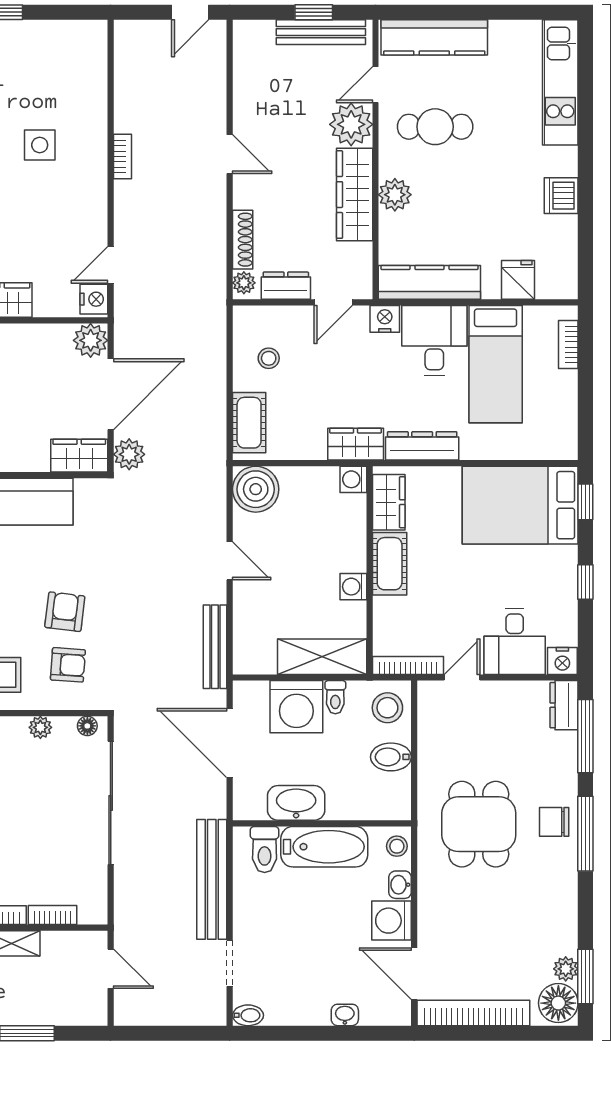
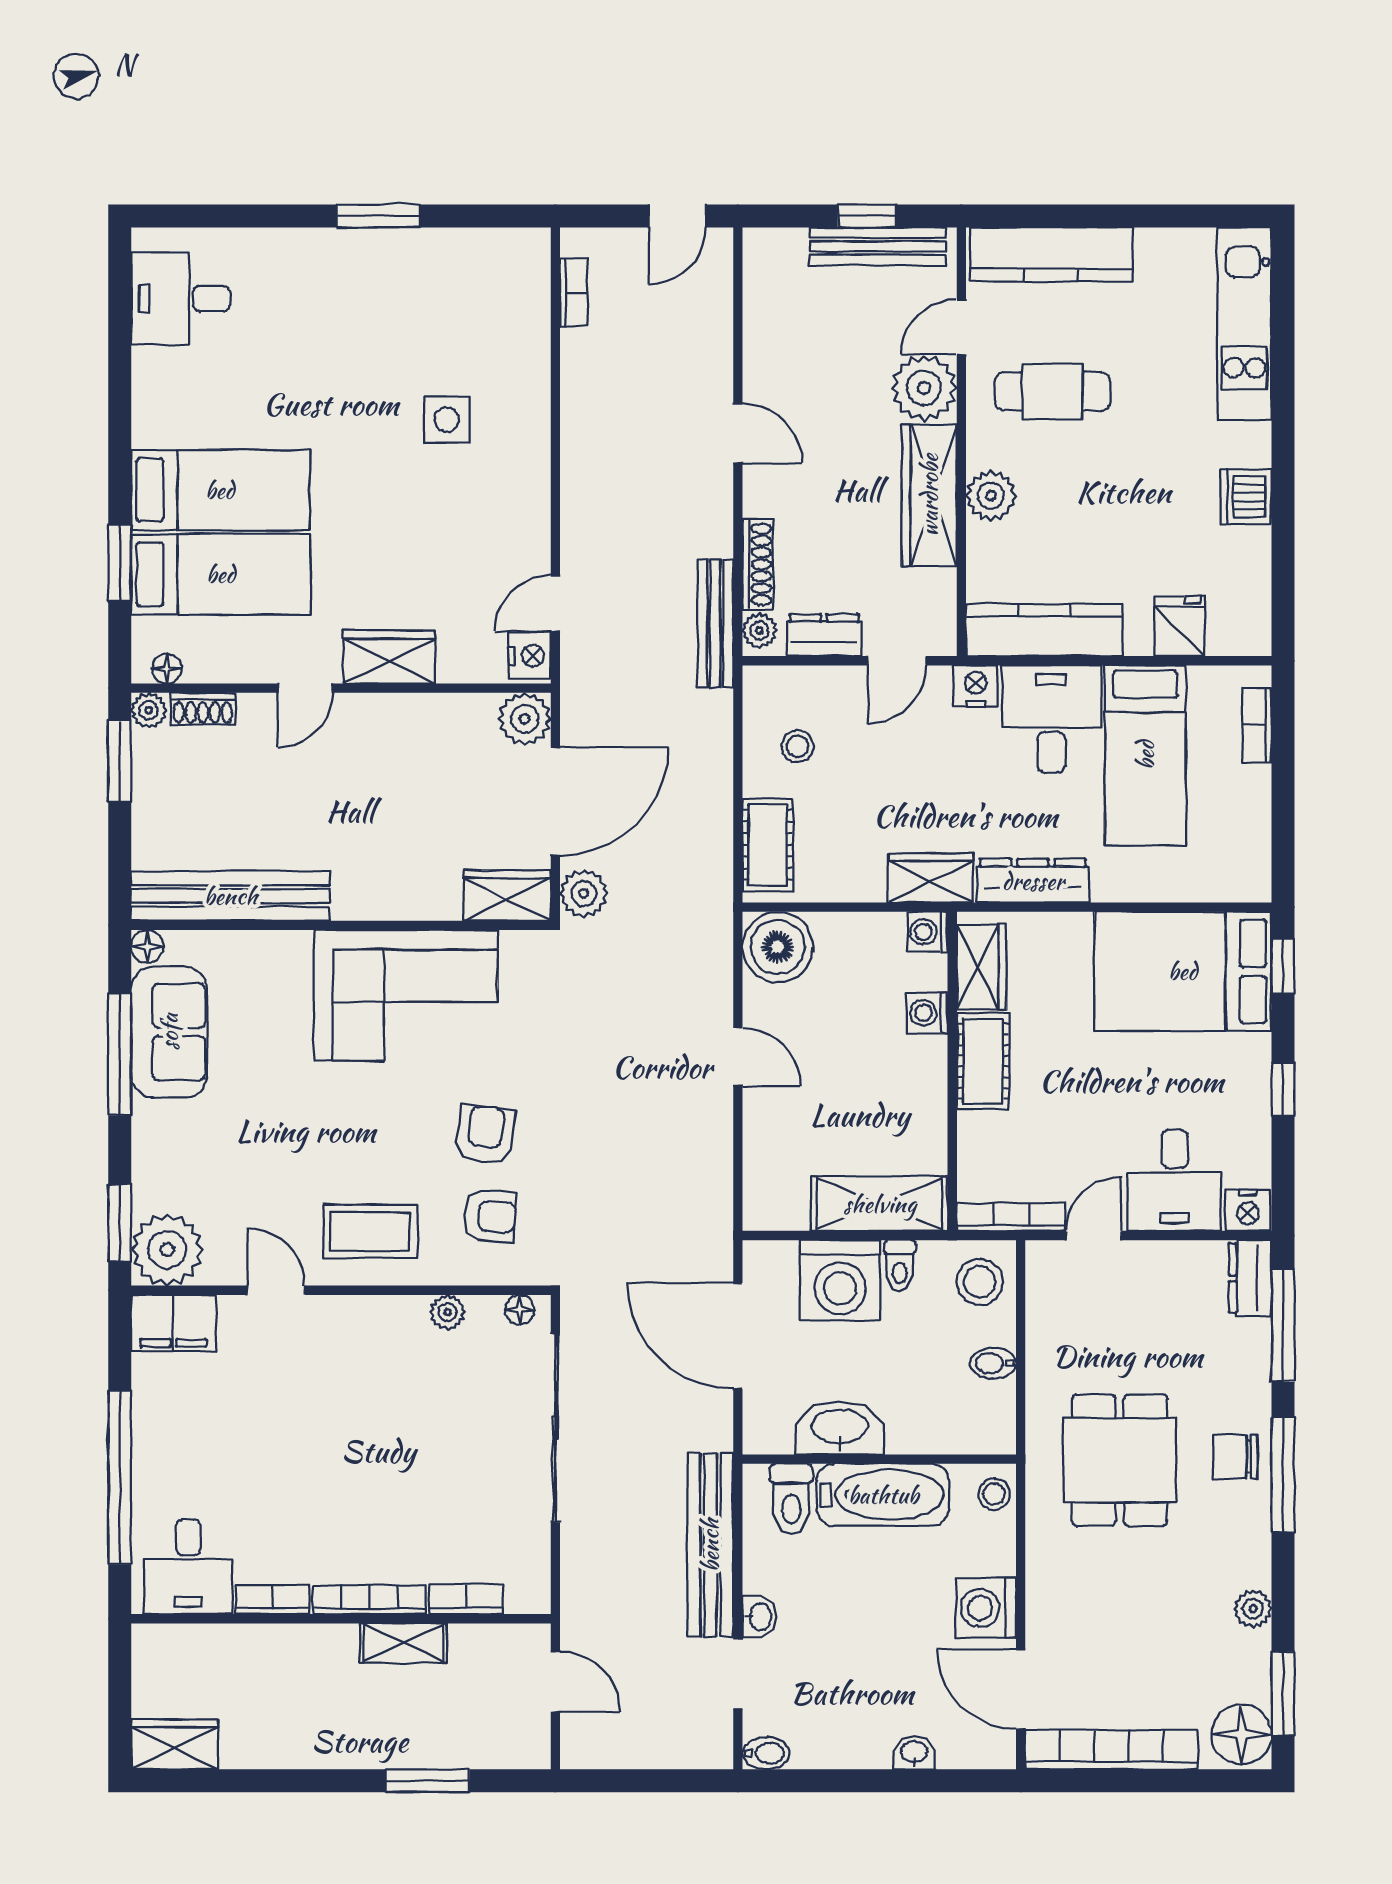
bookcase: (123, 157) -> (574, 293), moved
washing machine: (353, 587) -> (927, 1013), moved
bench: (215, 647) -> (715, 624), moved
bidet: (391, 757) -> (993, 1363), width x0.72, depth x0.74
washbasin: (400, 885) -> (760, 1617), moved, turned 180
plant: (566, 969) -> (1253, 1609), moved

